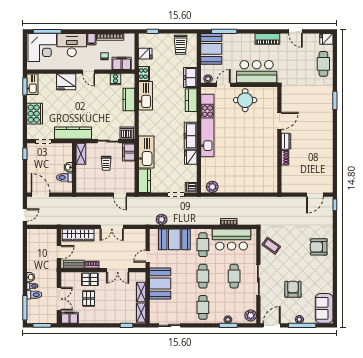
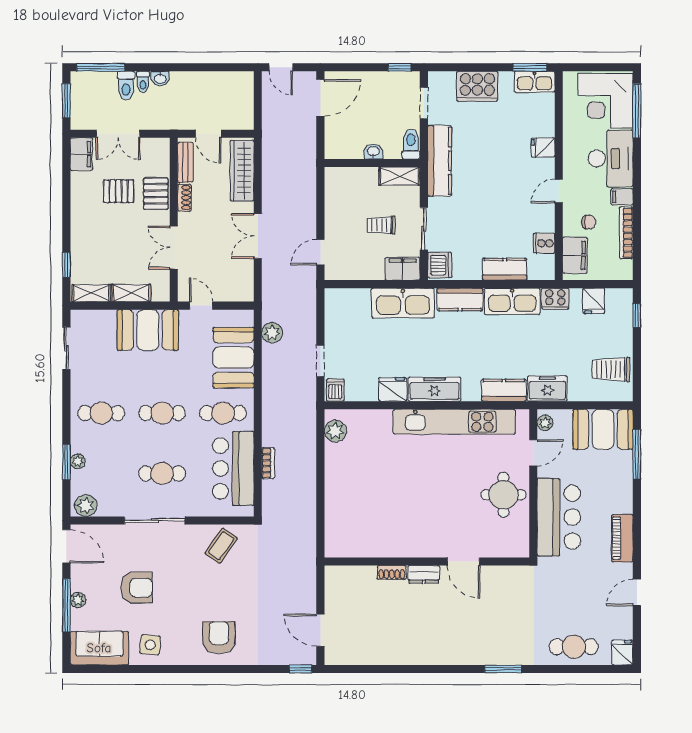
fridge: (66, 82) -> (543, 147), width x0.53, depth x0.75
door: (223, 85) -> (533, 453), hinge flipped
toilet: (64, 177) -> (411, 144), moved
kitchen counter: (144, 181) -> (460, 299), moved
side table: (322, 282) -> (150, 645), added

